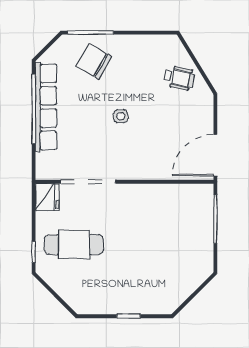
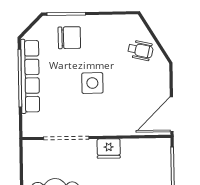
chair: (94, 61) -> (69, 38), turned 150
side table: (121, 116) -> (92, 83), width x1.87, depth x1.87
fridge: (47, 197) -> (109, 149), moved, turned 90

